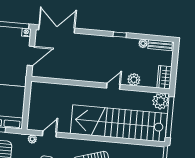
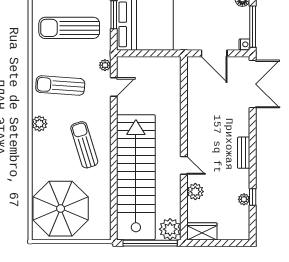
window: (120, 35) -> (253, 197), moved
bench: (160, 45) -> (244, 153), moved
door: (49, 134) -> (114, 87), hinge flipped

